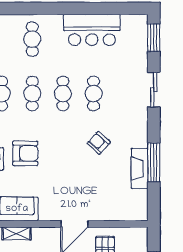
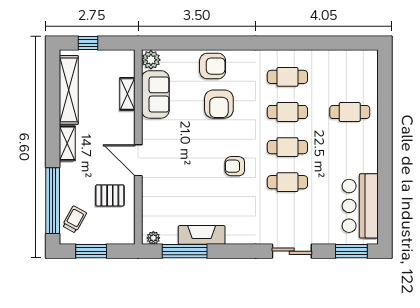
bar counter: (92, 30) -> (360, 206), moved
armchair: (99, 143) -> (235, 166), moved, turned -132
window: (154, 162) -> (185, 251), moved
plant: (142, 211) -> (153, 238), added

